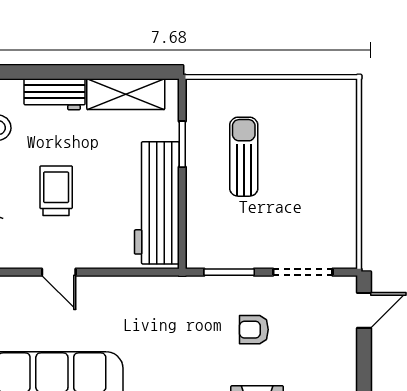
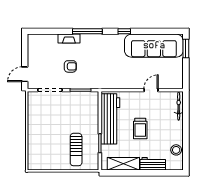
sun lounger: (244, 157) -> (76, 150), moved
trolley: (56, 191) -> (140, 129), moved
door: (59, 272) -> (151, 90), hinge flipped

